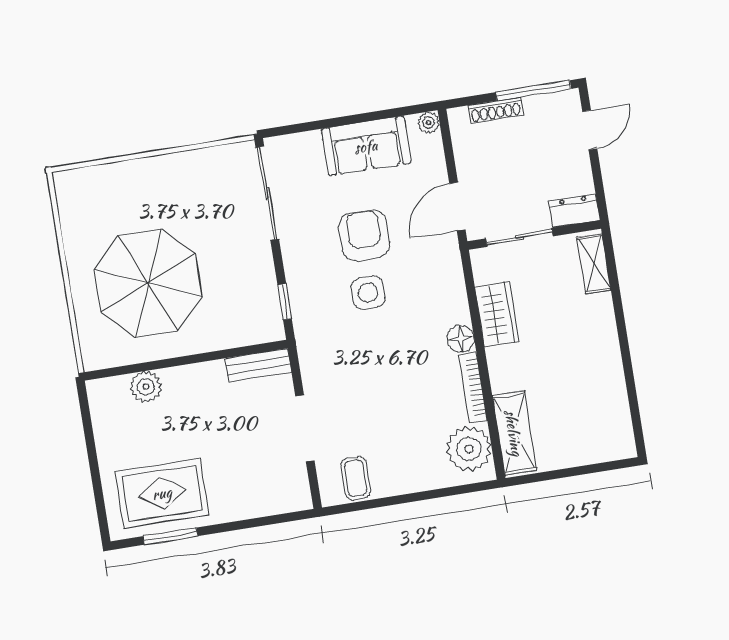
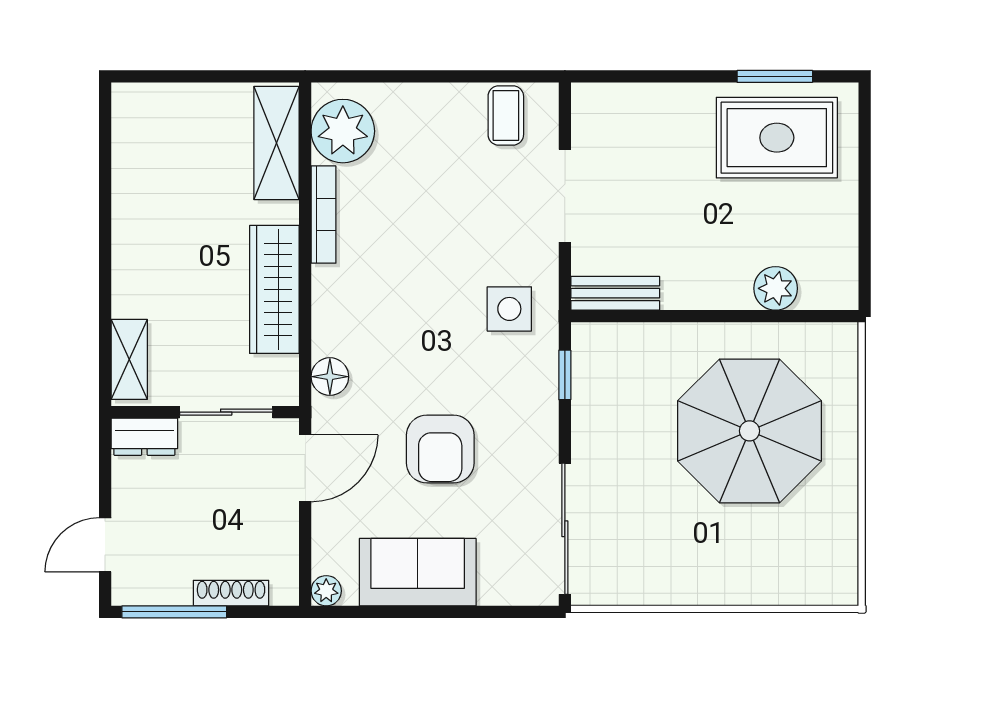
side table: (368, 293) -> (509, 309), moved
wardrobe: (497, 314) -> (274, 289), width x1.50
floor lamp: (461, 339) -> (330, 377), moved

